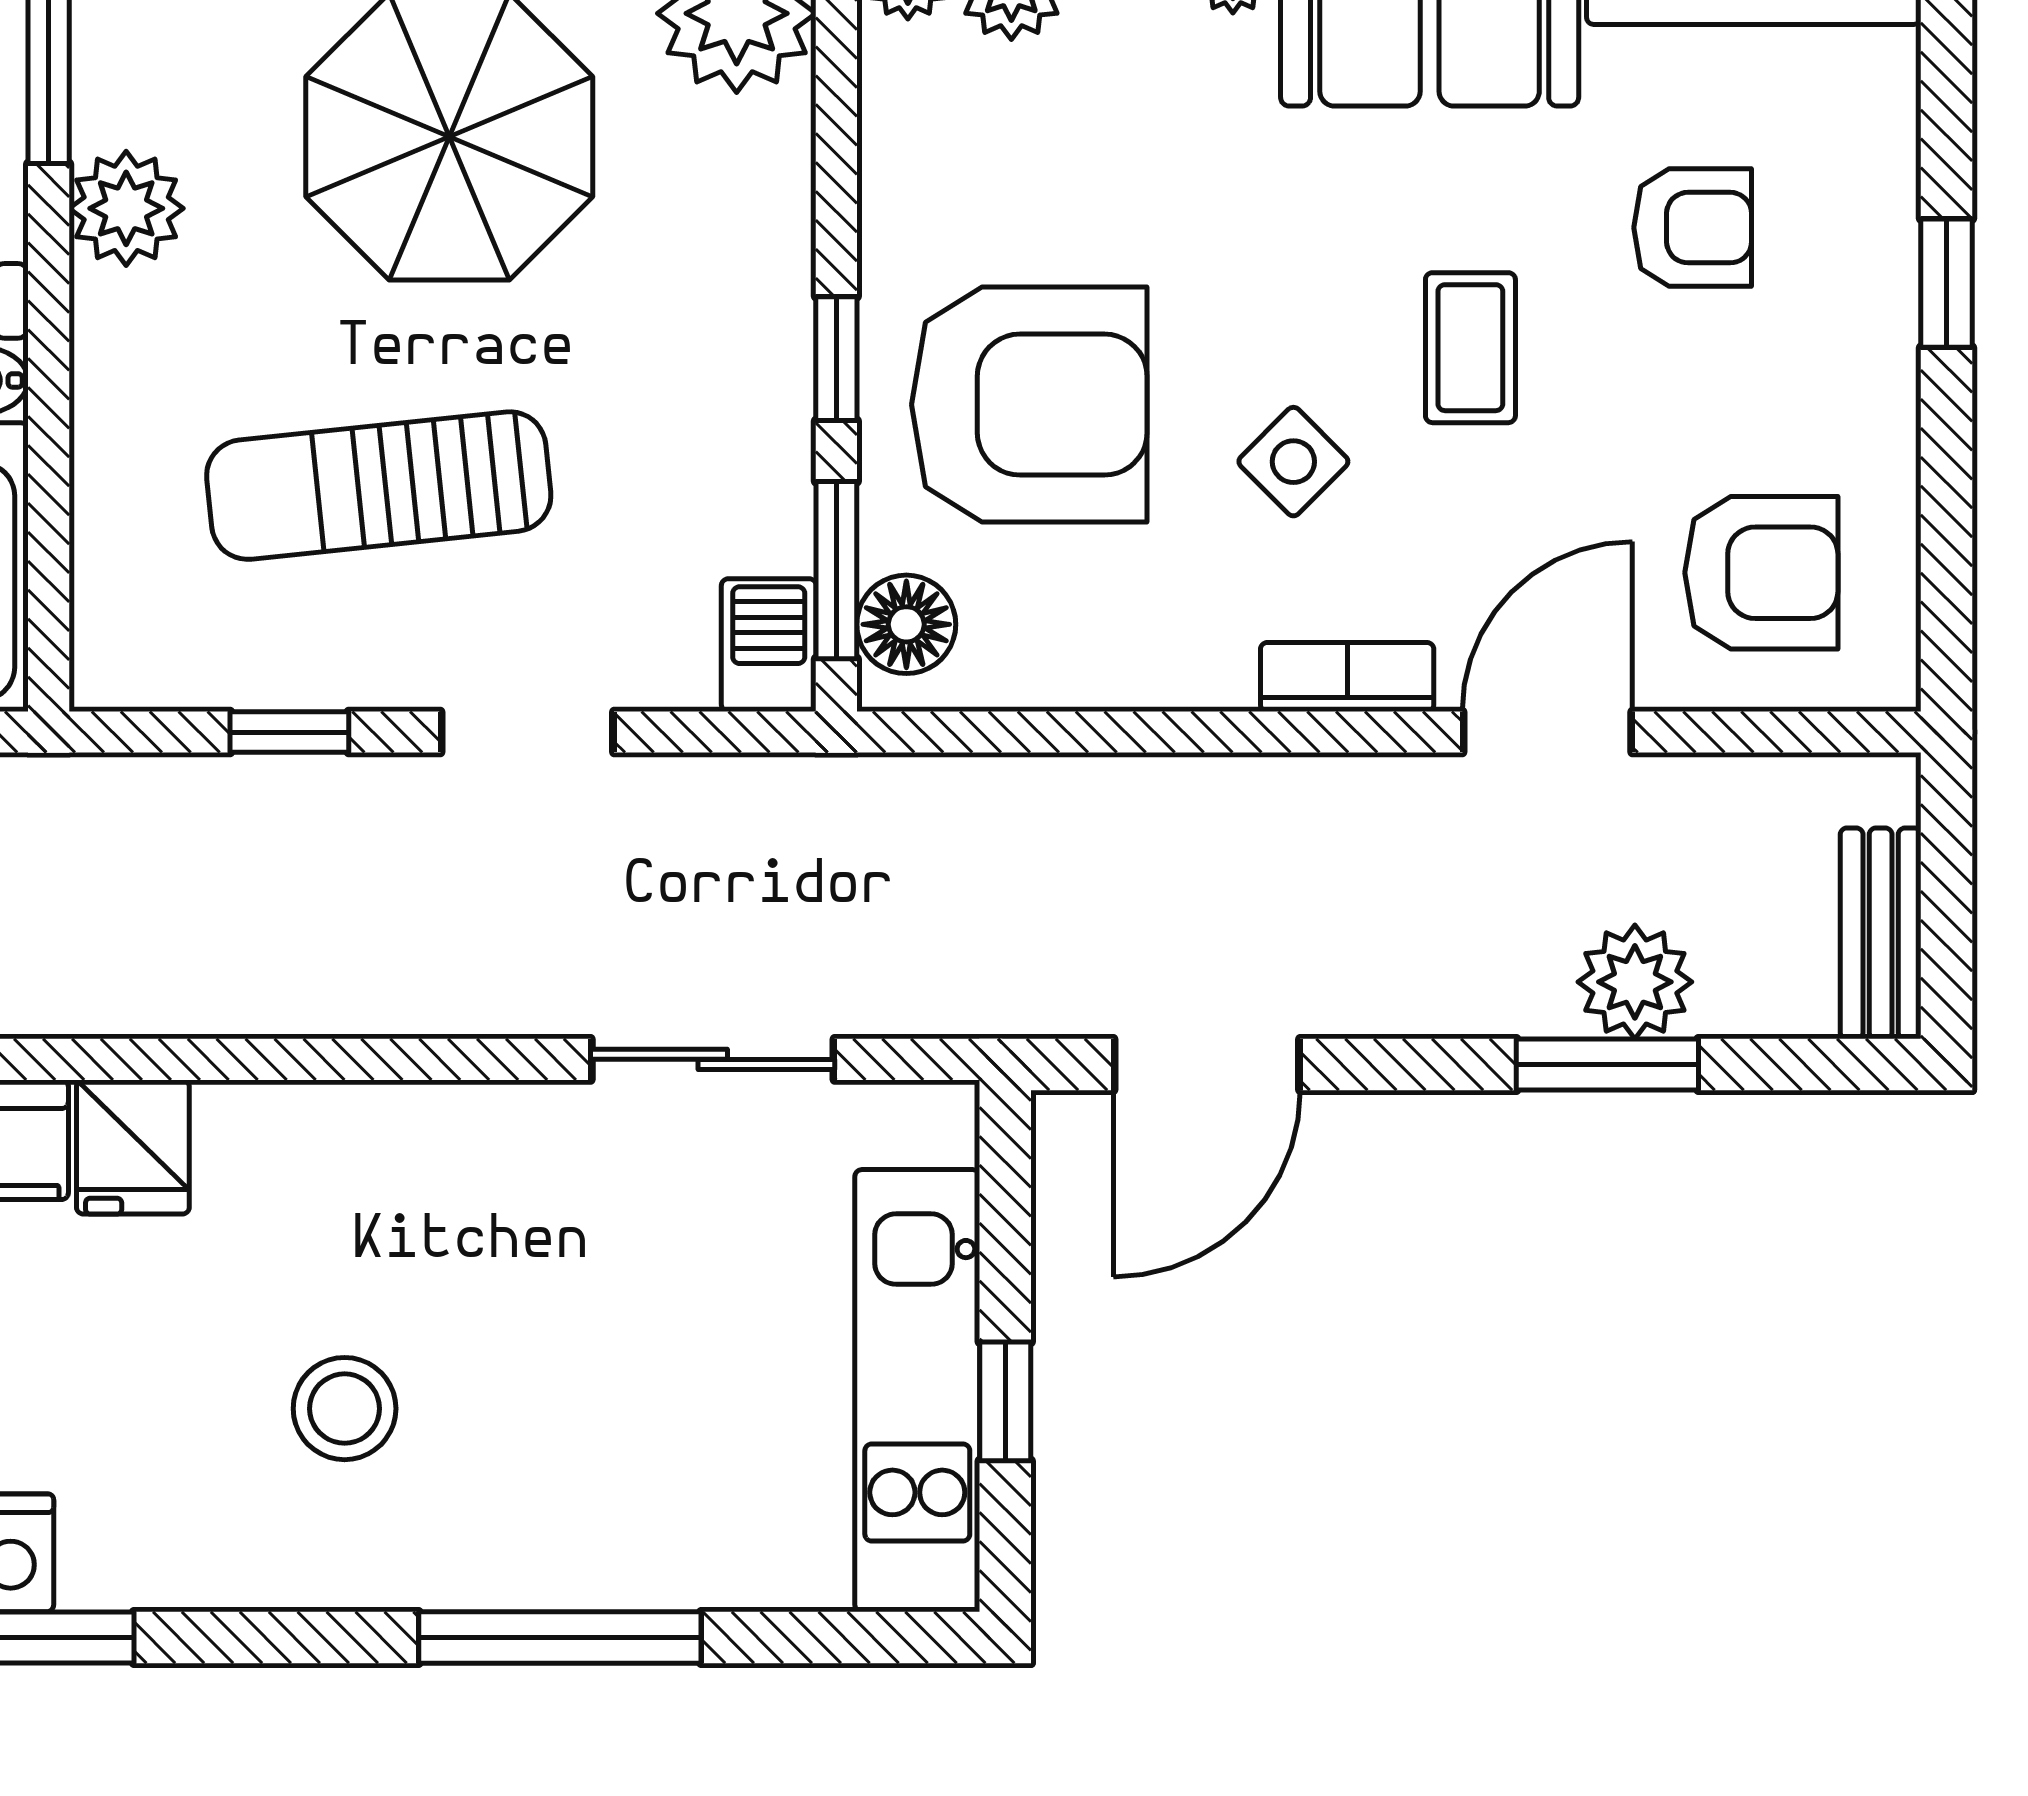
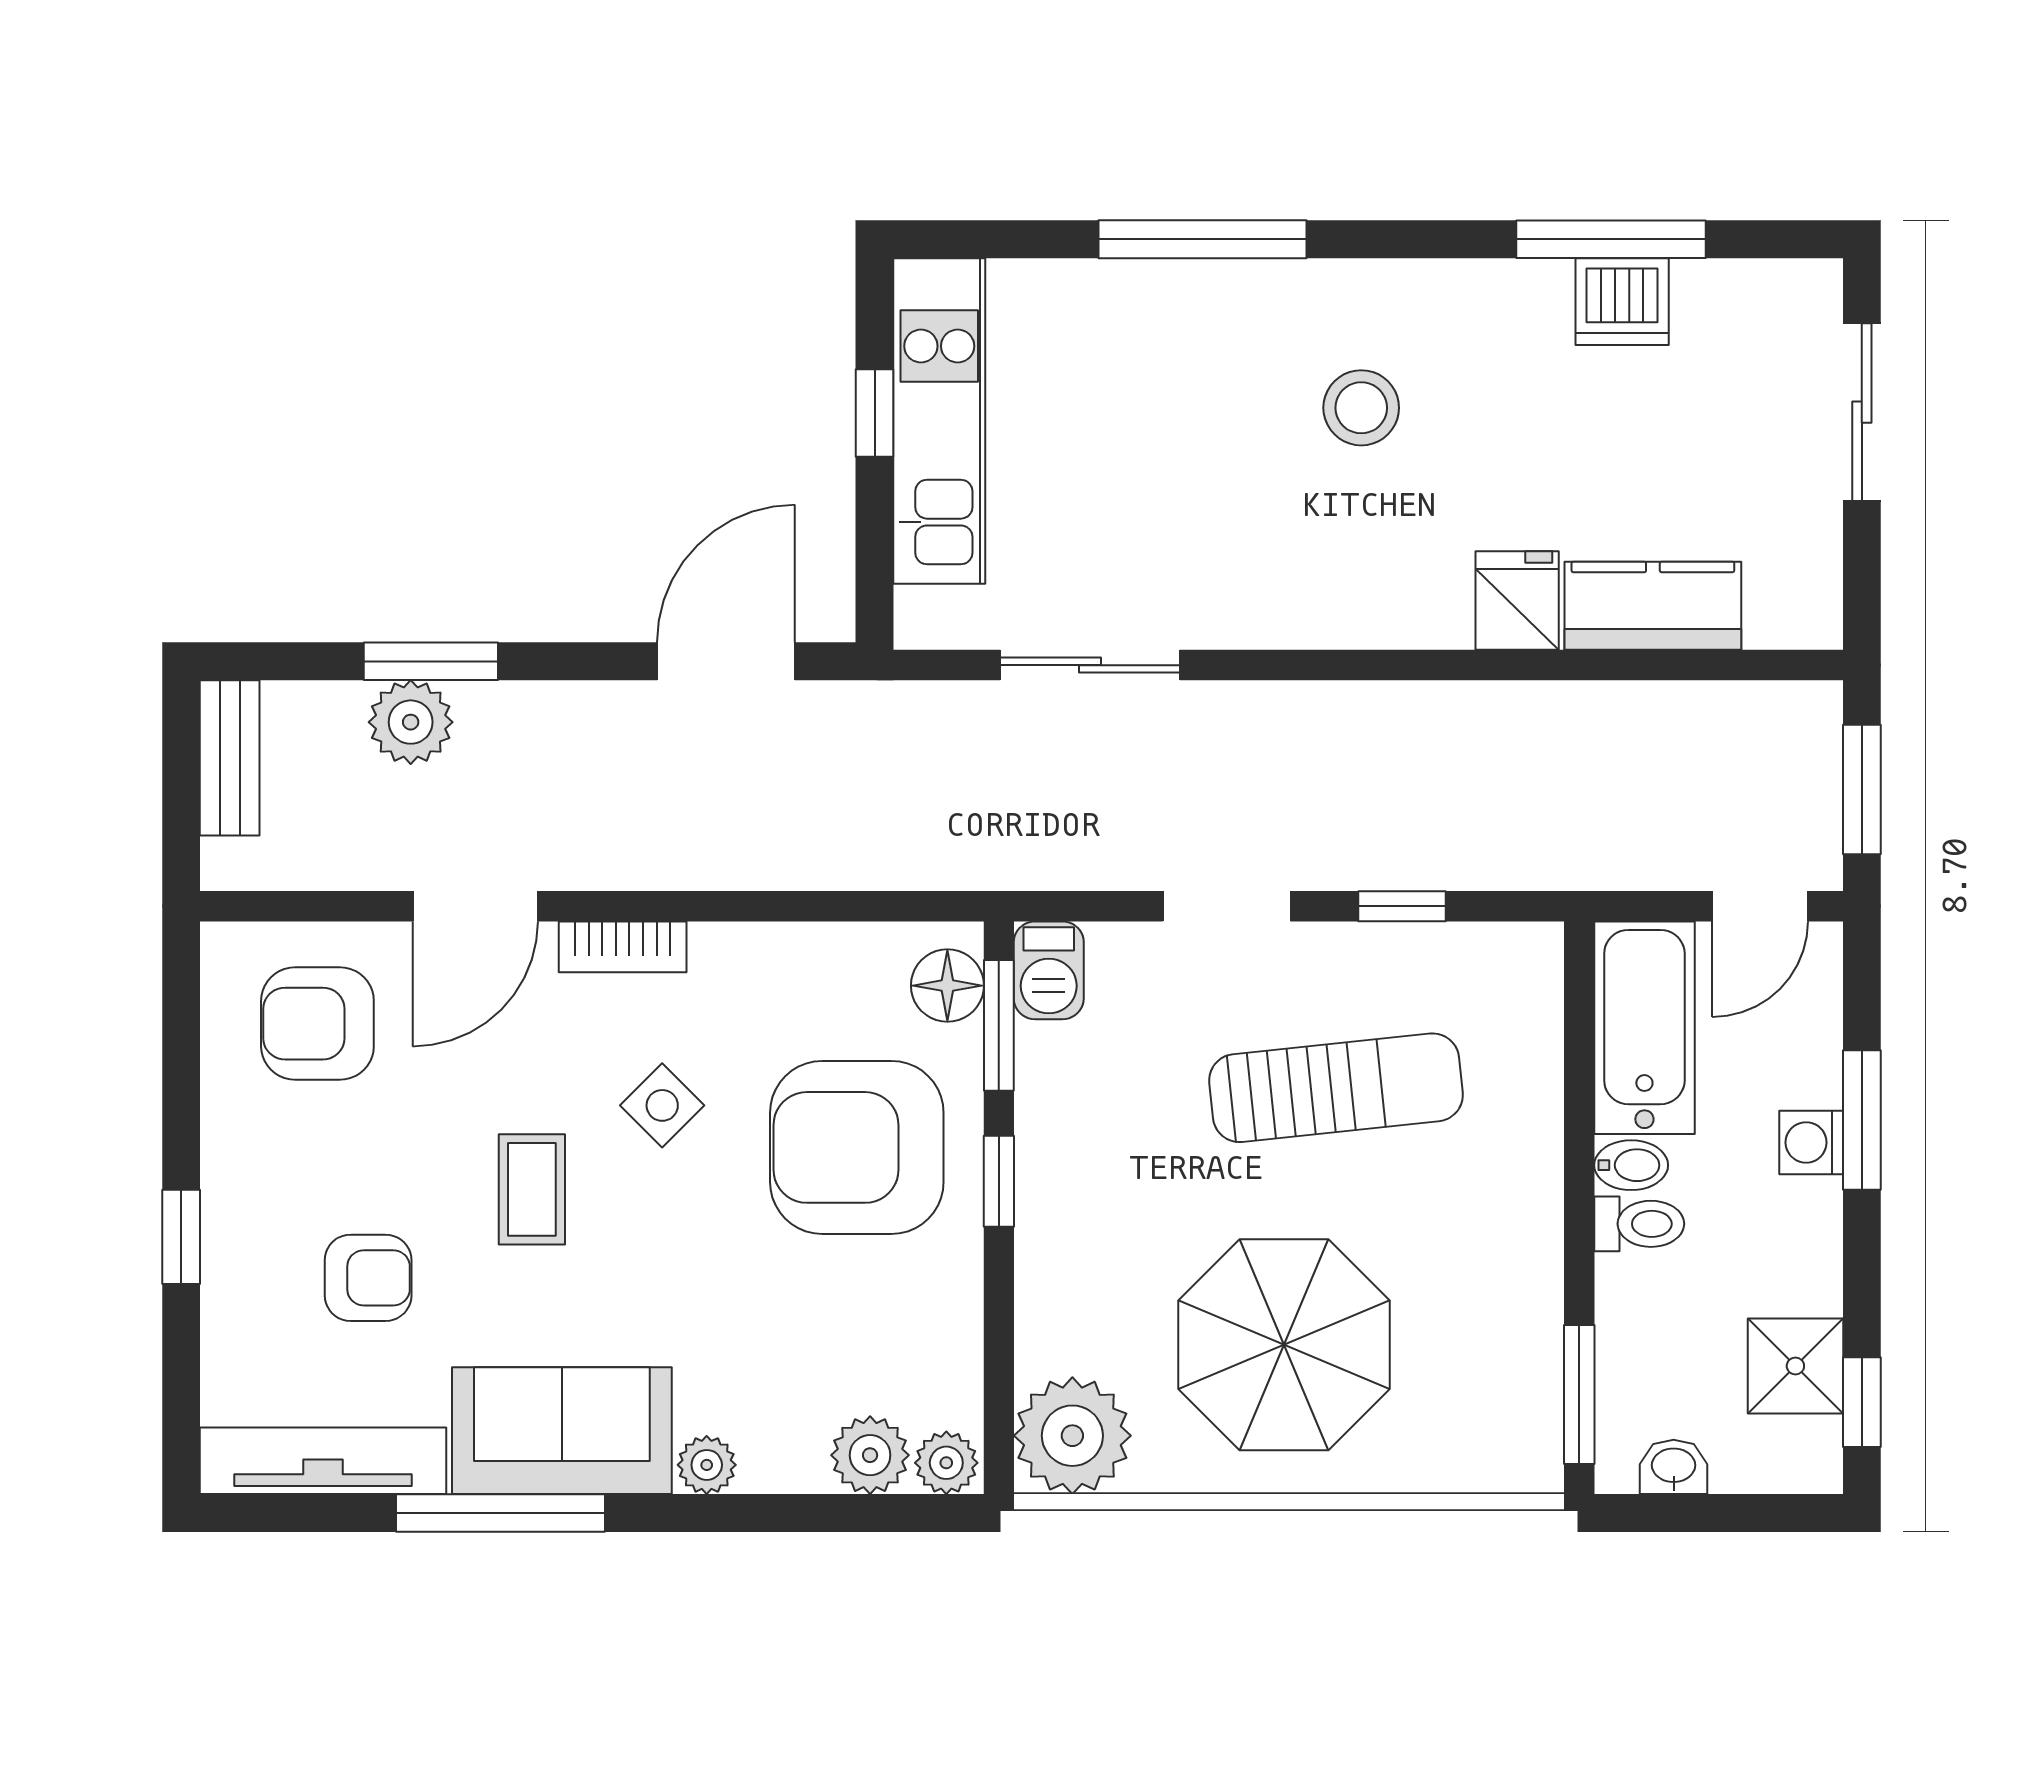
plant: (126, 208) -> (1522, 1292), removed
armchair: (1693, 228) -> (368, 1278), turned 180

